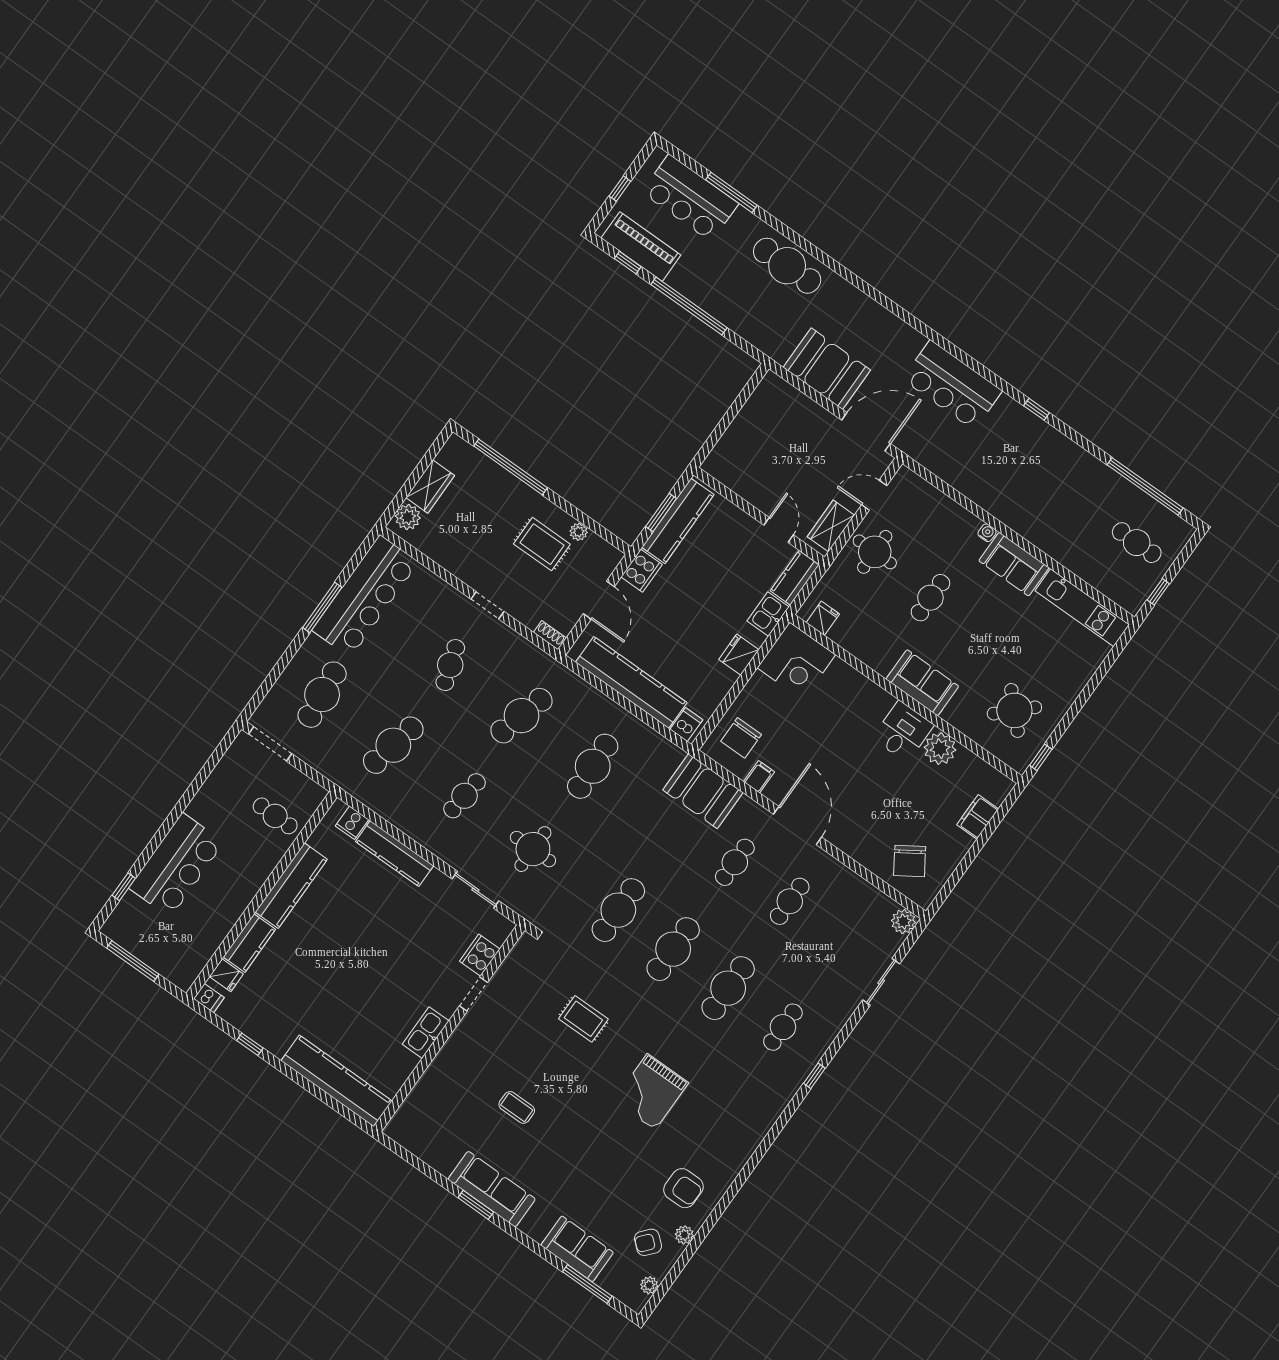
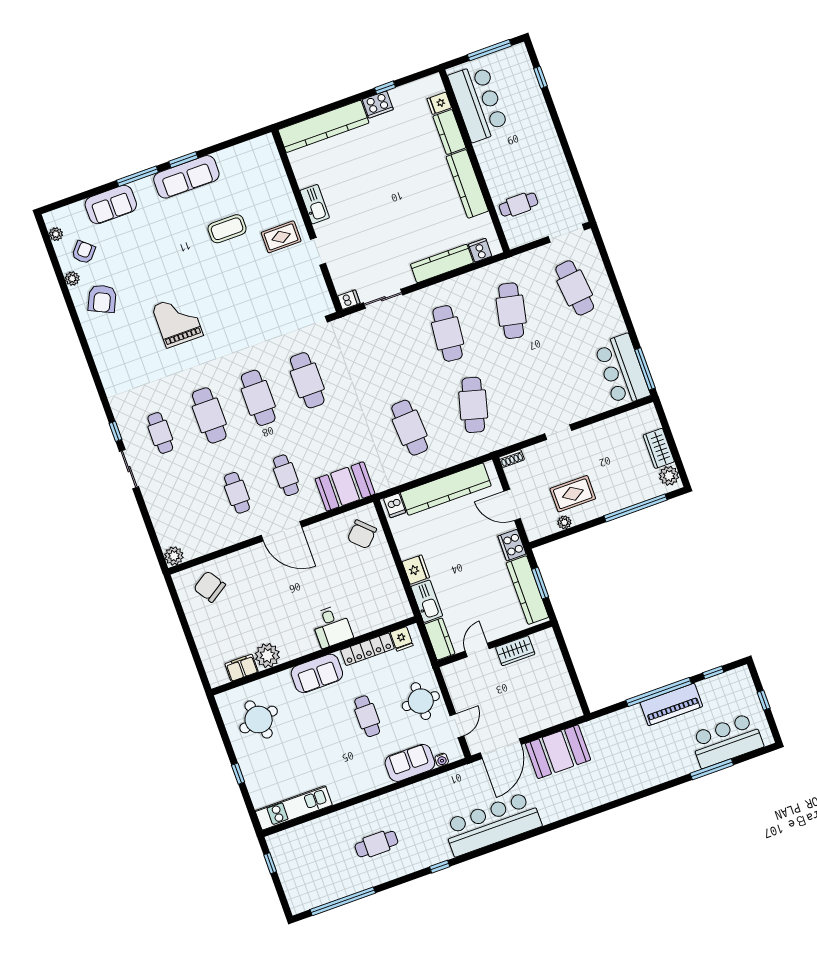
piano: (641, 247) -> (671, 705), moved
cafe table: (787, 266) -> (641, 772), removed
bar counter: (952, 385) -> (492, 824), width x1.36
plant: (408, 517) -> (669, 476), moved
wardrobe: (831, 526) -> (515, 651), moved, turned 90
door: (779, 530) -> (477, 650), swing flipped
water cooler: (987, 533) -> (442, 760), moved
cafe table: (1137, 543) -> (376, 844), moved
sofa: (1014, 564) -> (410, 763), moved
bar counter: (365, 596) -> (622, 370), width x0.73
window: (322, 607) -> (645, 369), moved
kitchen sink: (768, 614) -> (427, 601), width x1.38
locker: (859, 647) -> (367, 649), added
corner desk: (796, 661) -> (386, 603), removed
cafe table: (450, 665) -> (537, 382), removed
round table: (1014, 710) -> (259, 720), turned 32
desk: (903, 732) -> (332, 626), moved
chair: (741, 738) -> (362, 534), turned -136
window: (1041, 757) -> (238, 774), moved
filing cabinet: (759, 777) -> (330, 528), removed
cafe table: (465, 796) -> (448, 333), width x1.37, depth x1.35
filing cabinet: (978, 817) -> (242, 668), moved, turned -90
round table: (533, 849) -> (384, 353), removed
bar counter: (176, 865) -> (478, 103), moved, turned 180
cooker: (480, 955) -> (378, 105), moved, turned 90
sliding door: (881, 982) -> (129, 469), moved
dishwasher: (209, 998) -> (349, 300), moved, turned 180
rug: (583, 1019) -> (281, 237), moved
coffee table: (517, 1107) -> (227, 229), width x1.36, depth x1.30
armchair: (683, 1188) -> (102, 299), turned -65
window: (587, 1284) -> (137, 176), moved

